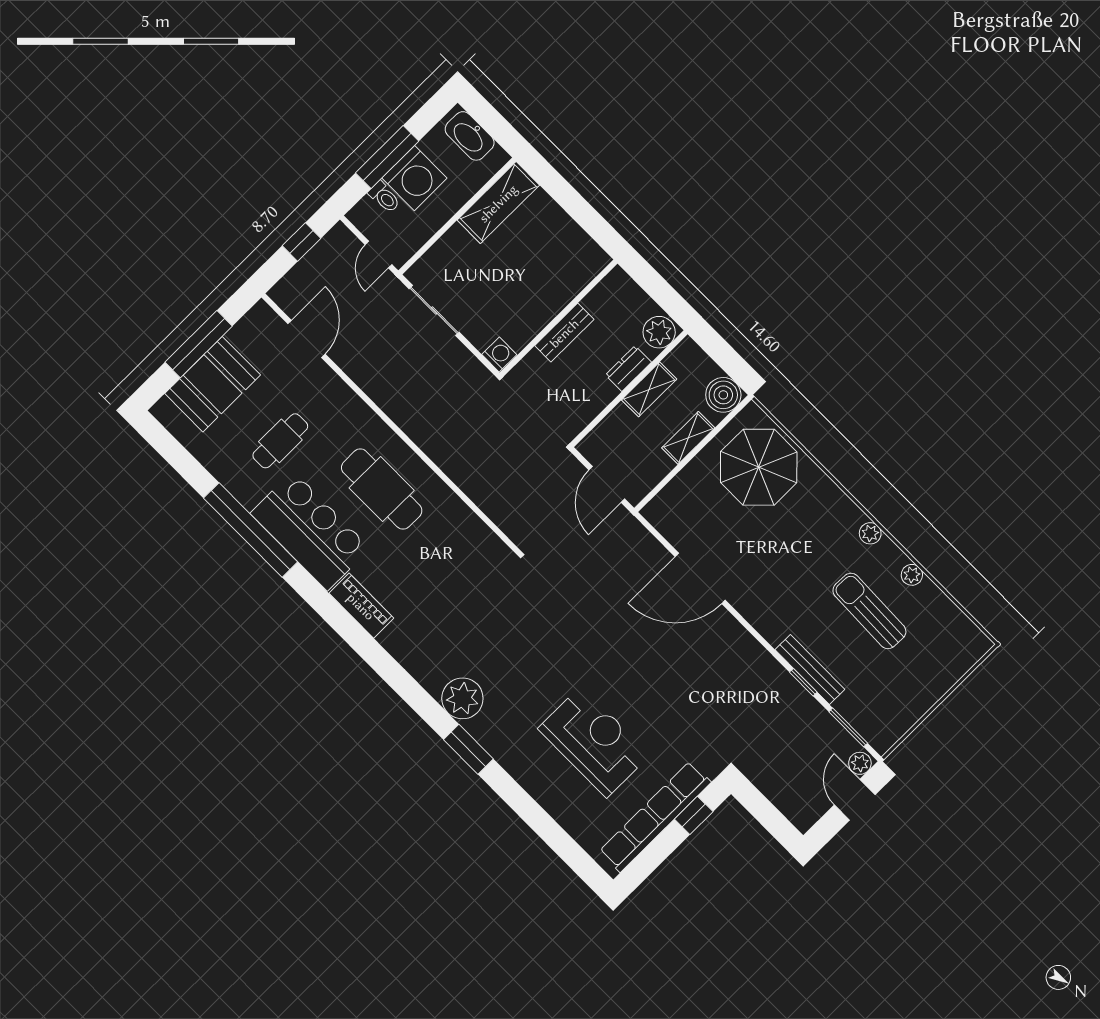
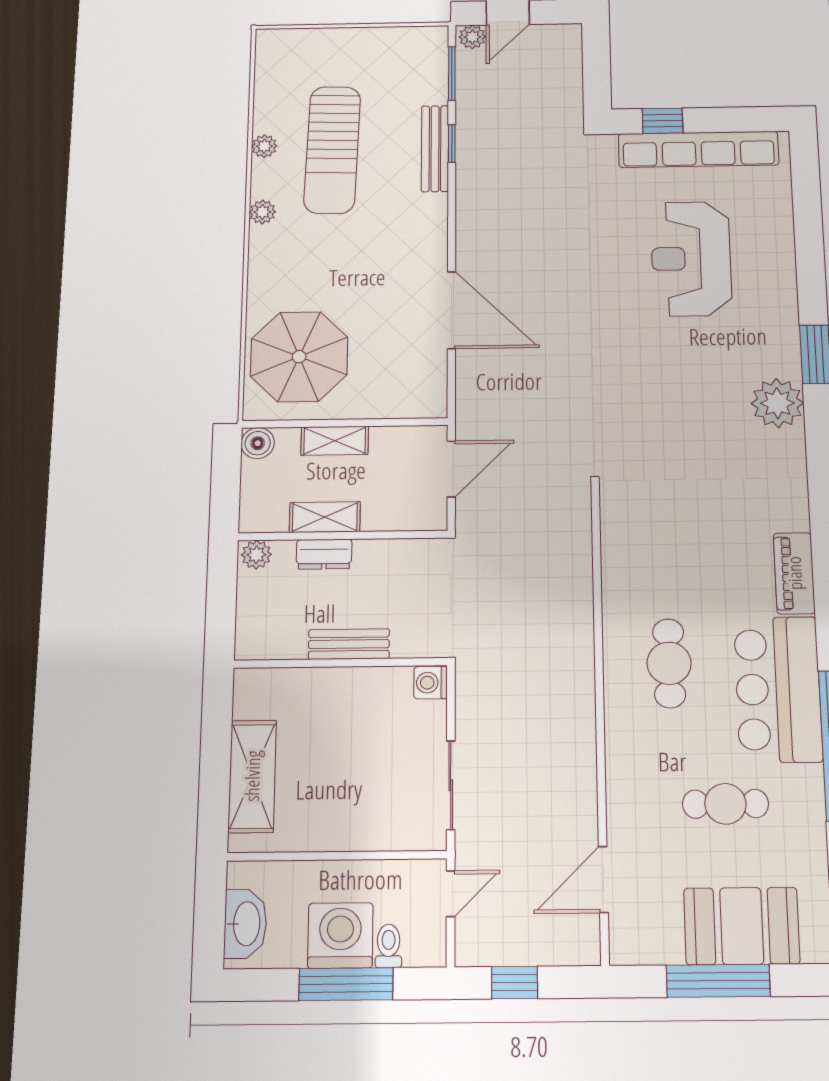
shelving: (498, 203) -> (252, 776), moved, turned 90
plant: (659, 332) -> (256, 555), width x0.73, depth x0.73
boiler: (723, 395) -> (258, 443), width x0.73, depth x0.73
cafe table: (382, 489) -> (669, 663), width x0.73, depth x0.74
sun lounger: (869, 611) -> (332, 150), width x1.36, depth x1.34

